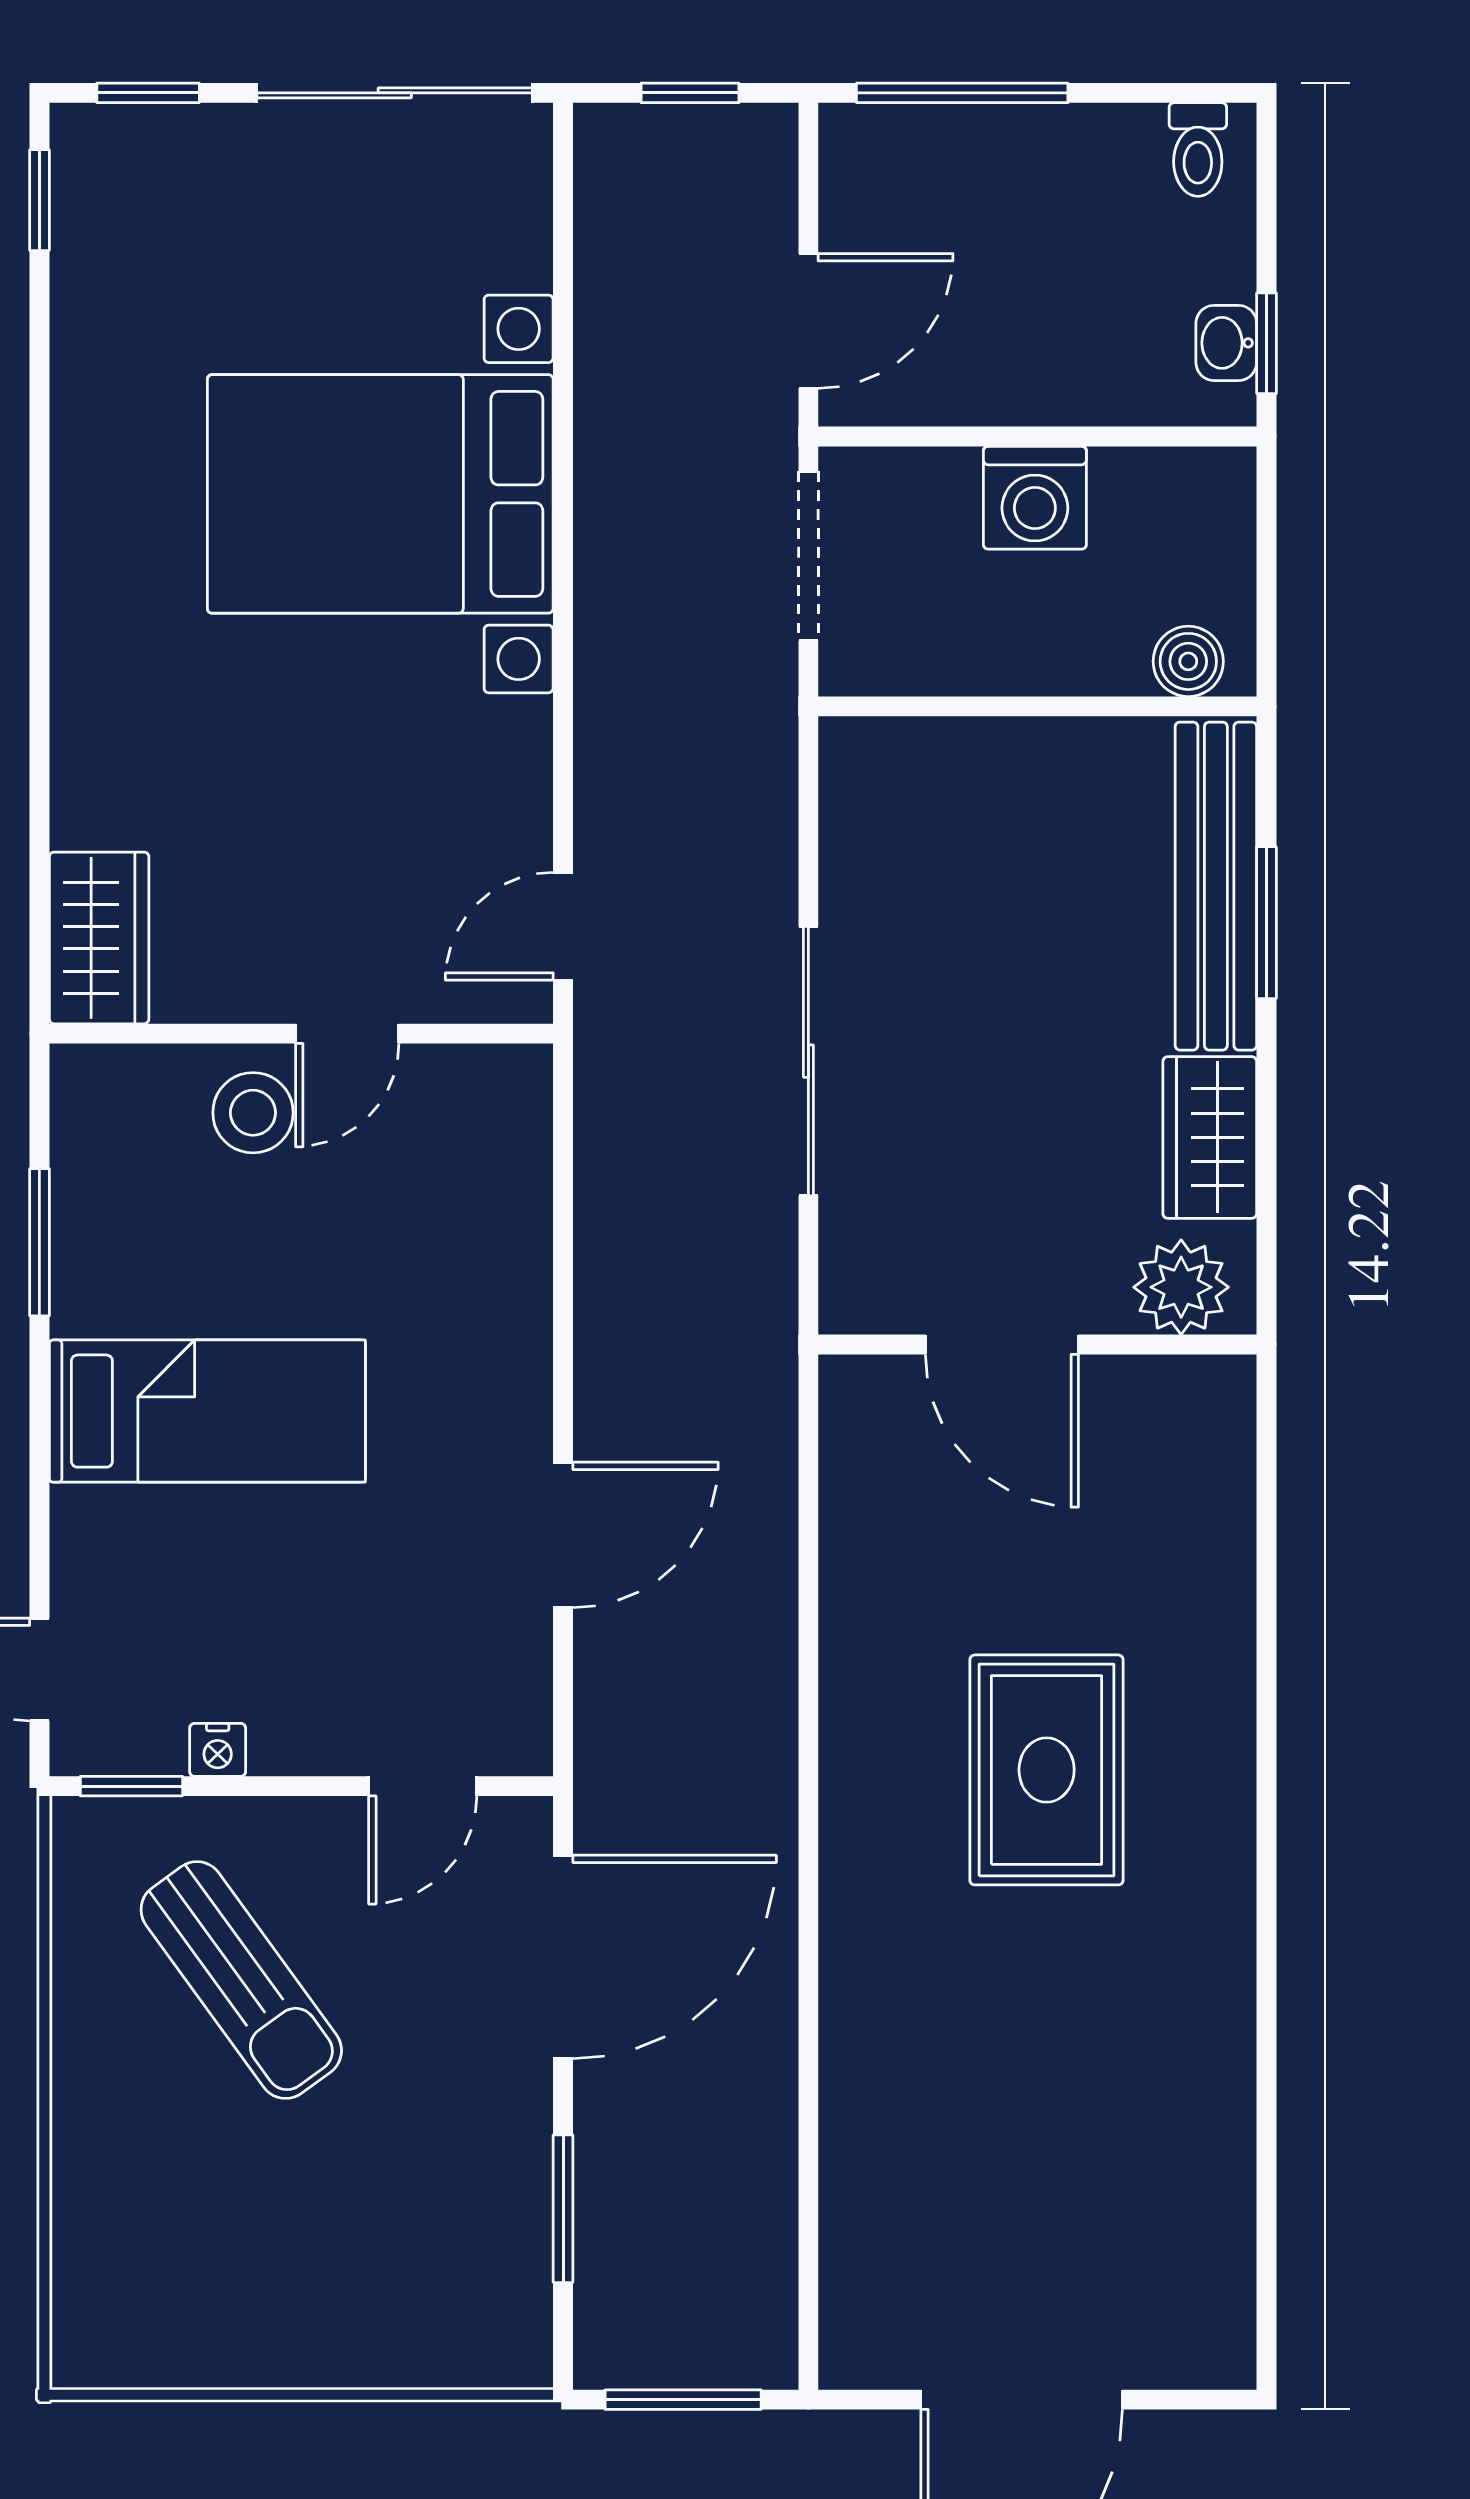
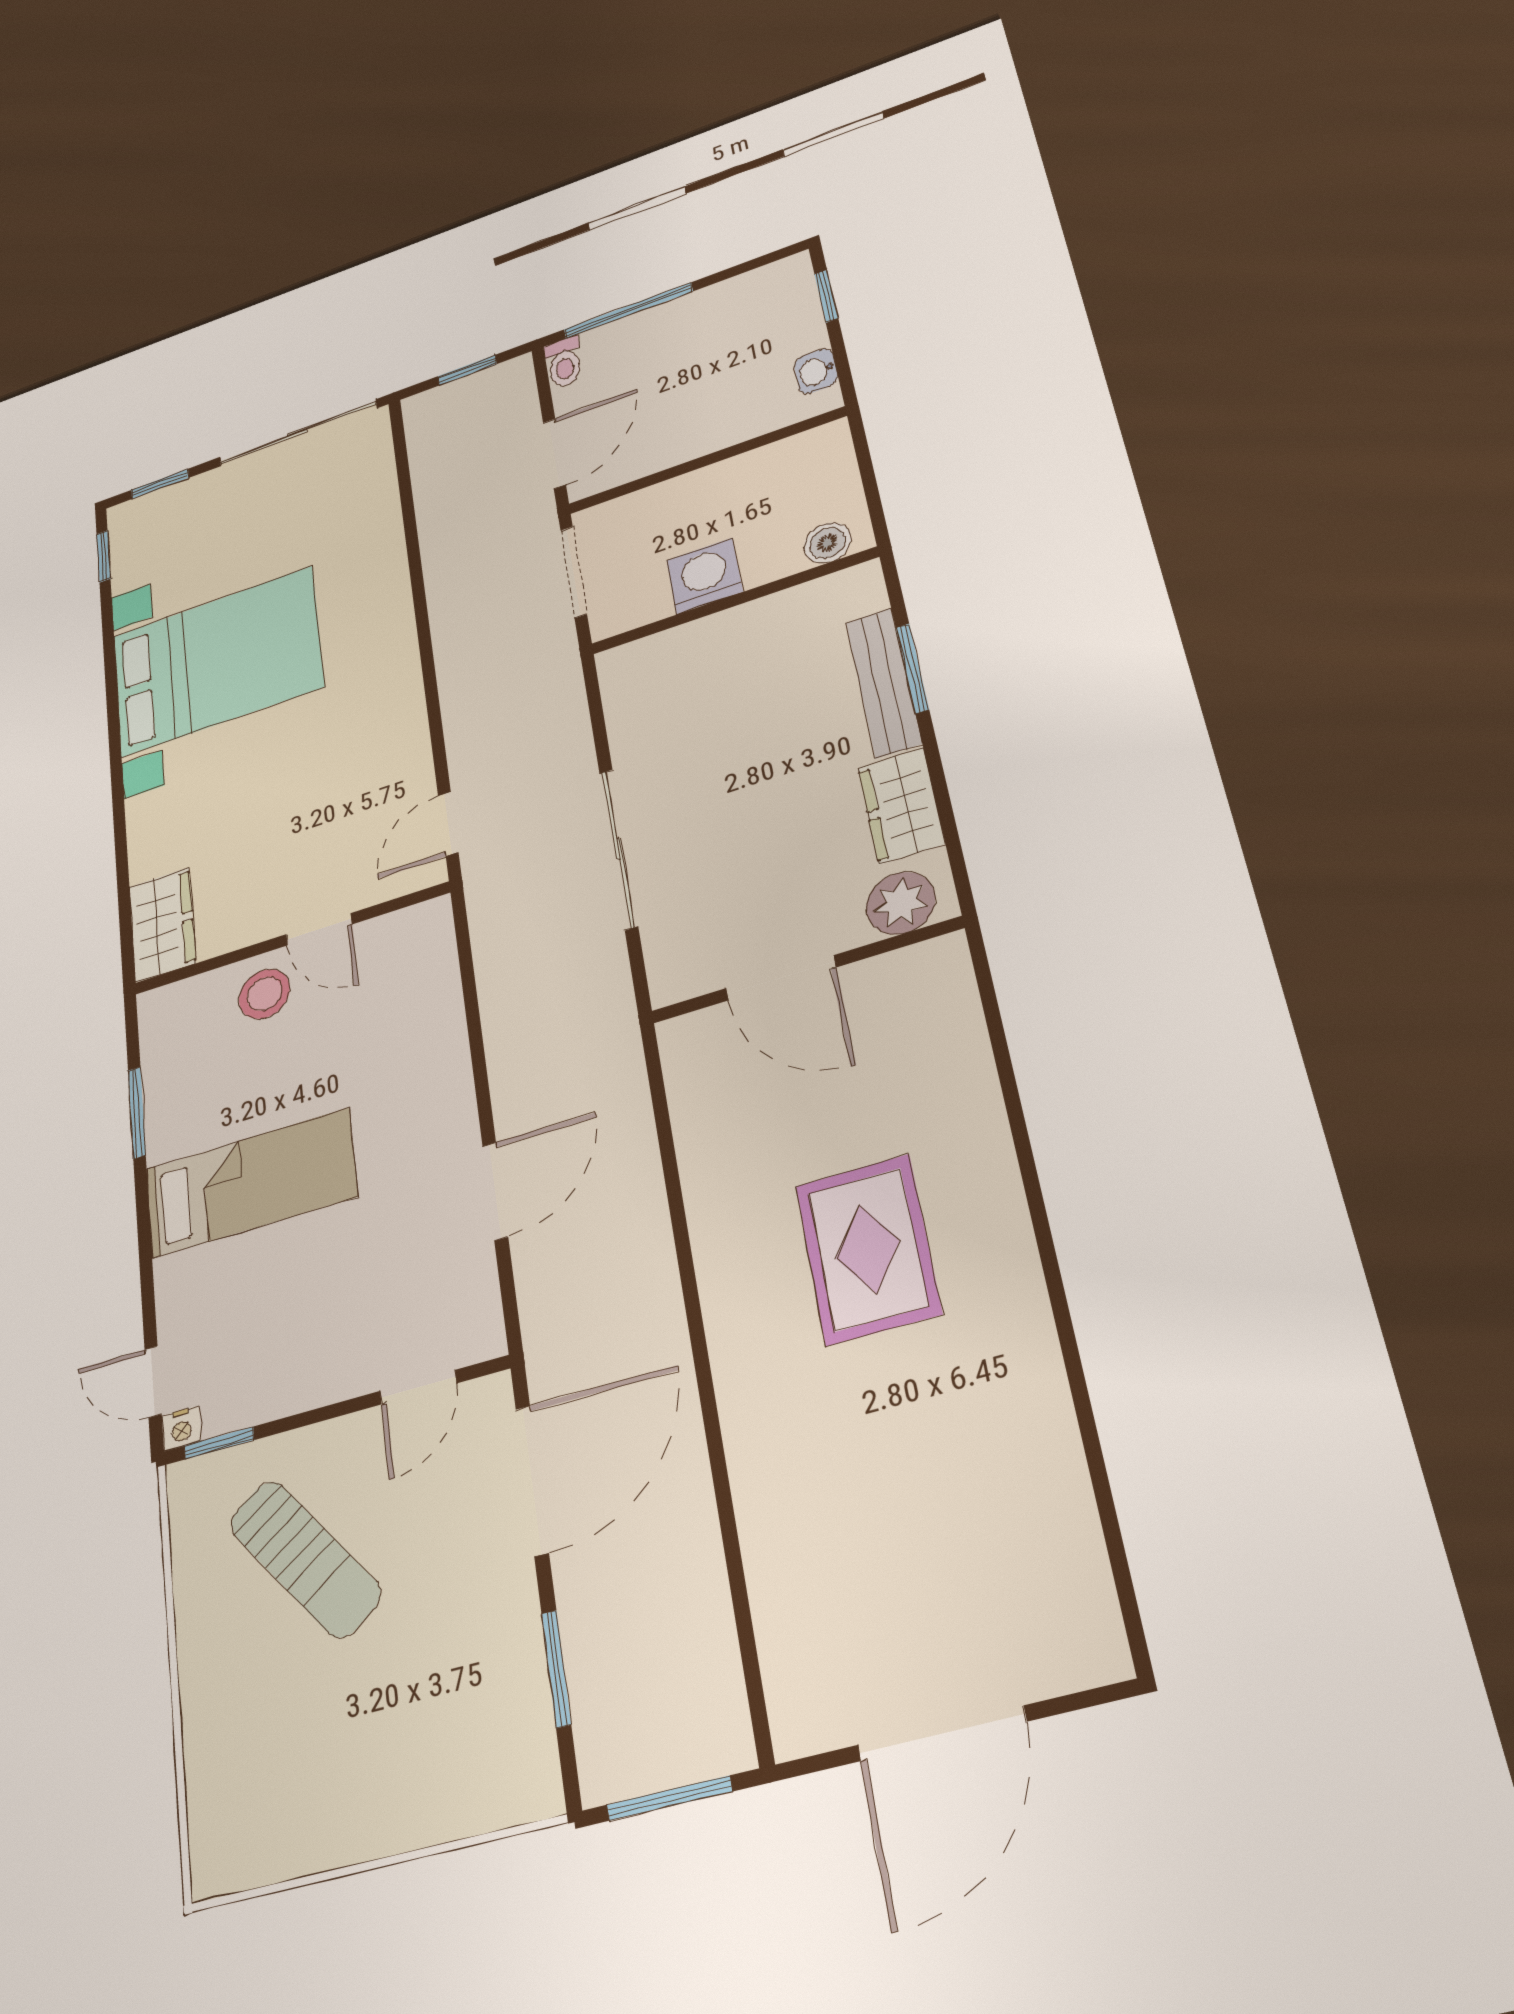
toilet: (1198, 150) -> (564, 363), moved
window: (1266, 343) -> (826, 296), moved
bed with nightstands: (380, 494) -> (217, 661), moved, turned 180
washing machine: (1035, 498) -> (705, 576), moved, turned 180
bench: (1216, 886) -> (884, 682), width x0.73, depth x0.82
door: (347, 1034) -> (319, 929), hinge flipped
nightstand: (218, 1750) -> (181, 1428), moved

